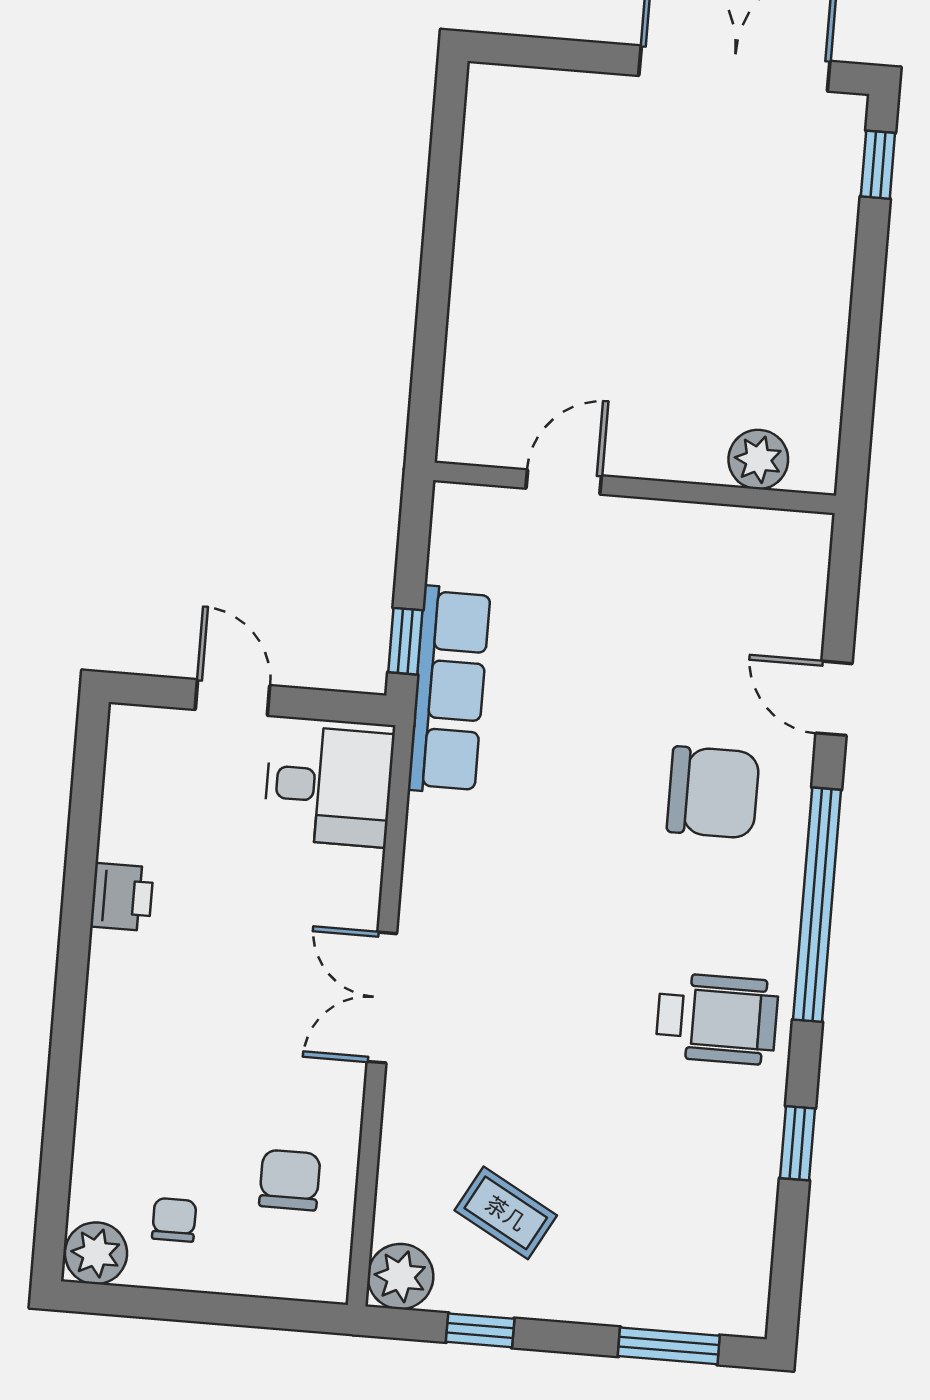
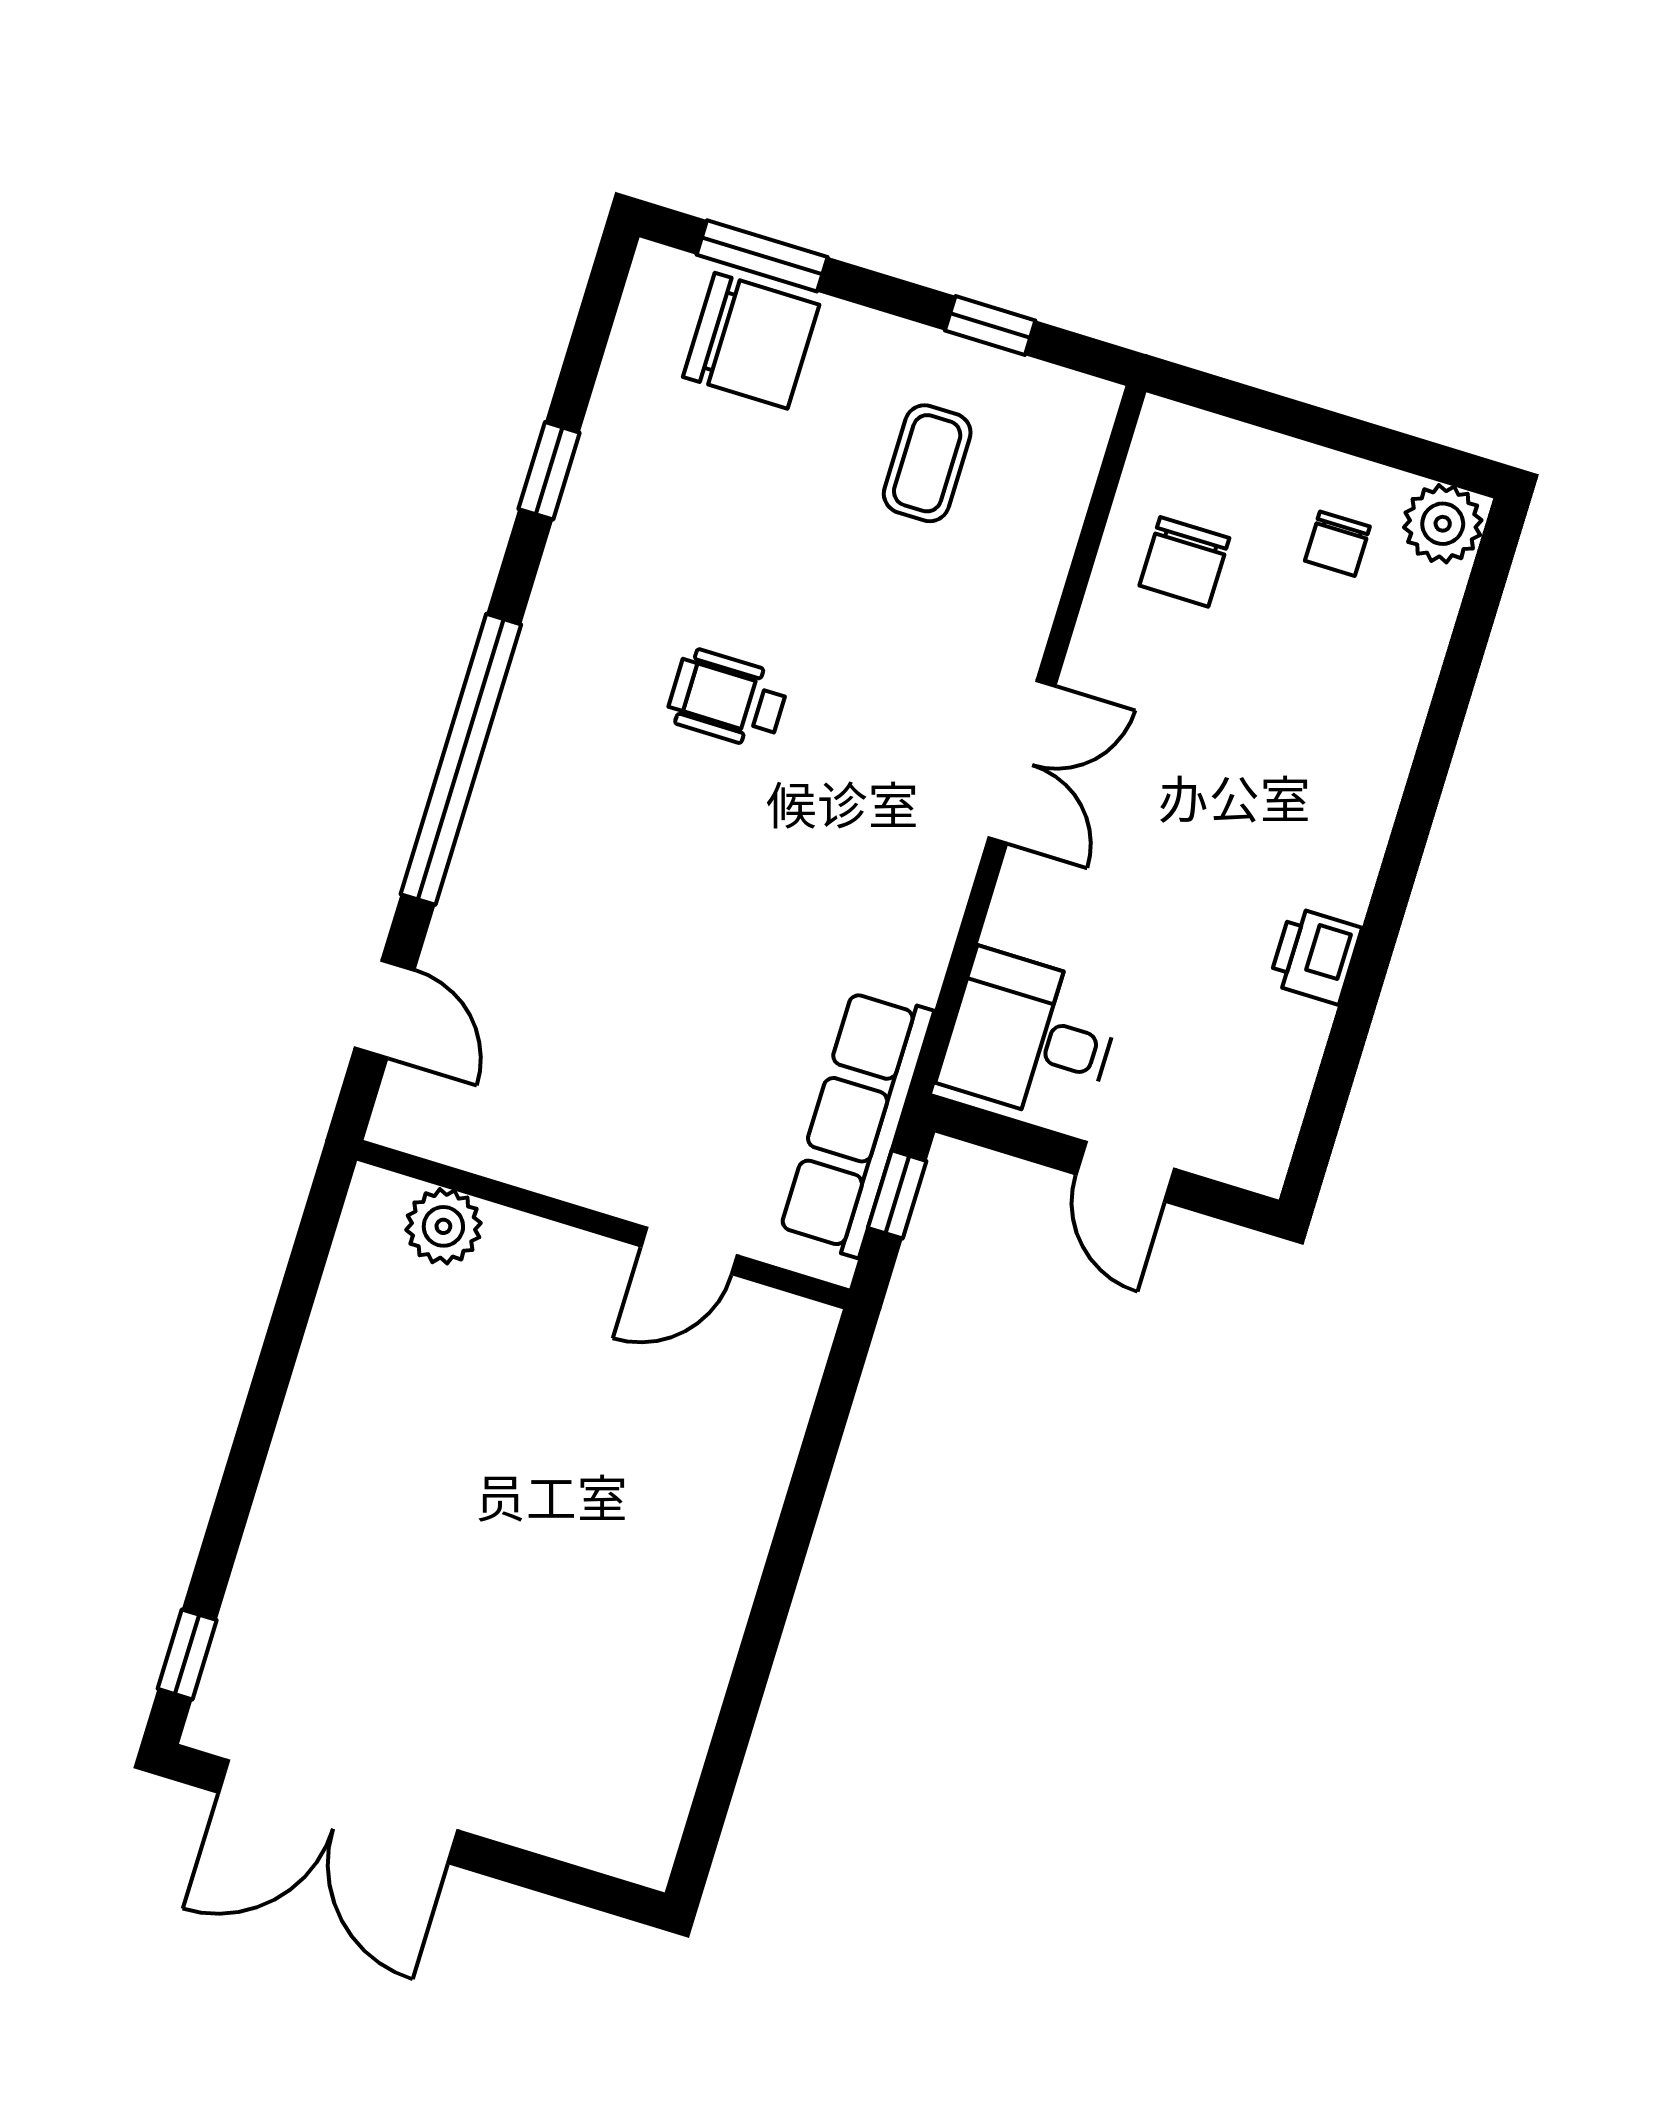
plant: (758, 459) -> (443, 1226), moved
door: (564, 482) -> (689, 1251), moved
wall: (635, 488) -> (603, 1225), moved
chair: (713, 792) -> (751, 341), moved, turned 180
wheelchair: (717, 1019) -> (728, 699), moved, width x0.73, depth x0.73
coffee table: (506, 1213) -> (927, 463), turned 61
plant: (400, 1276) -> (1074, 413), removed

